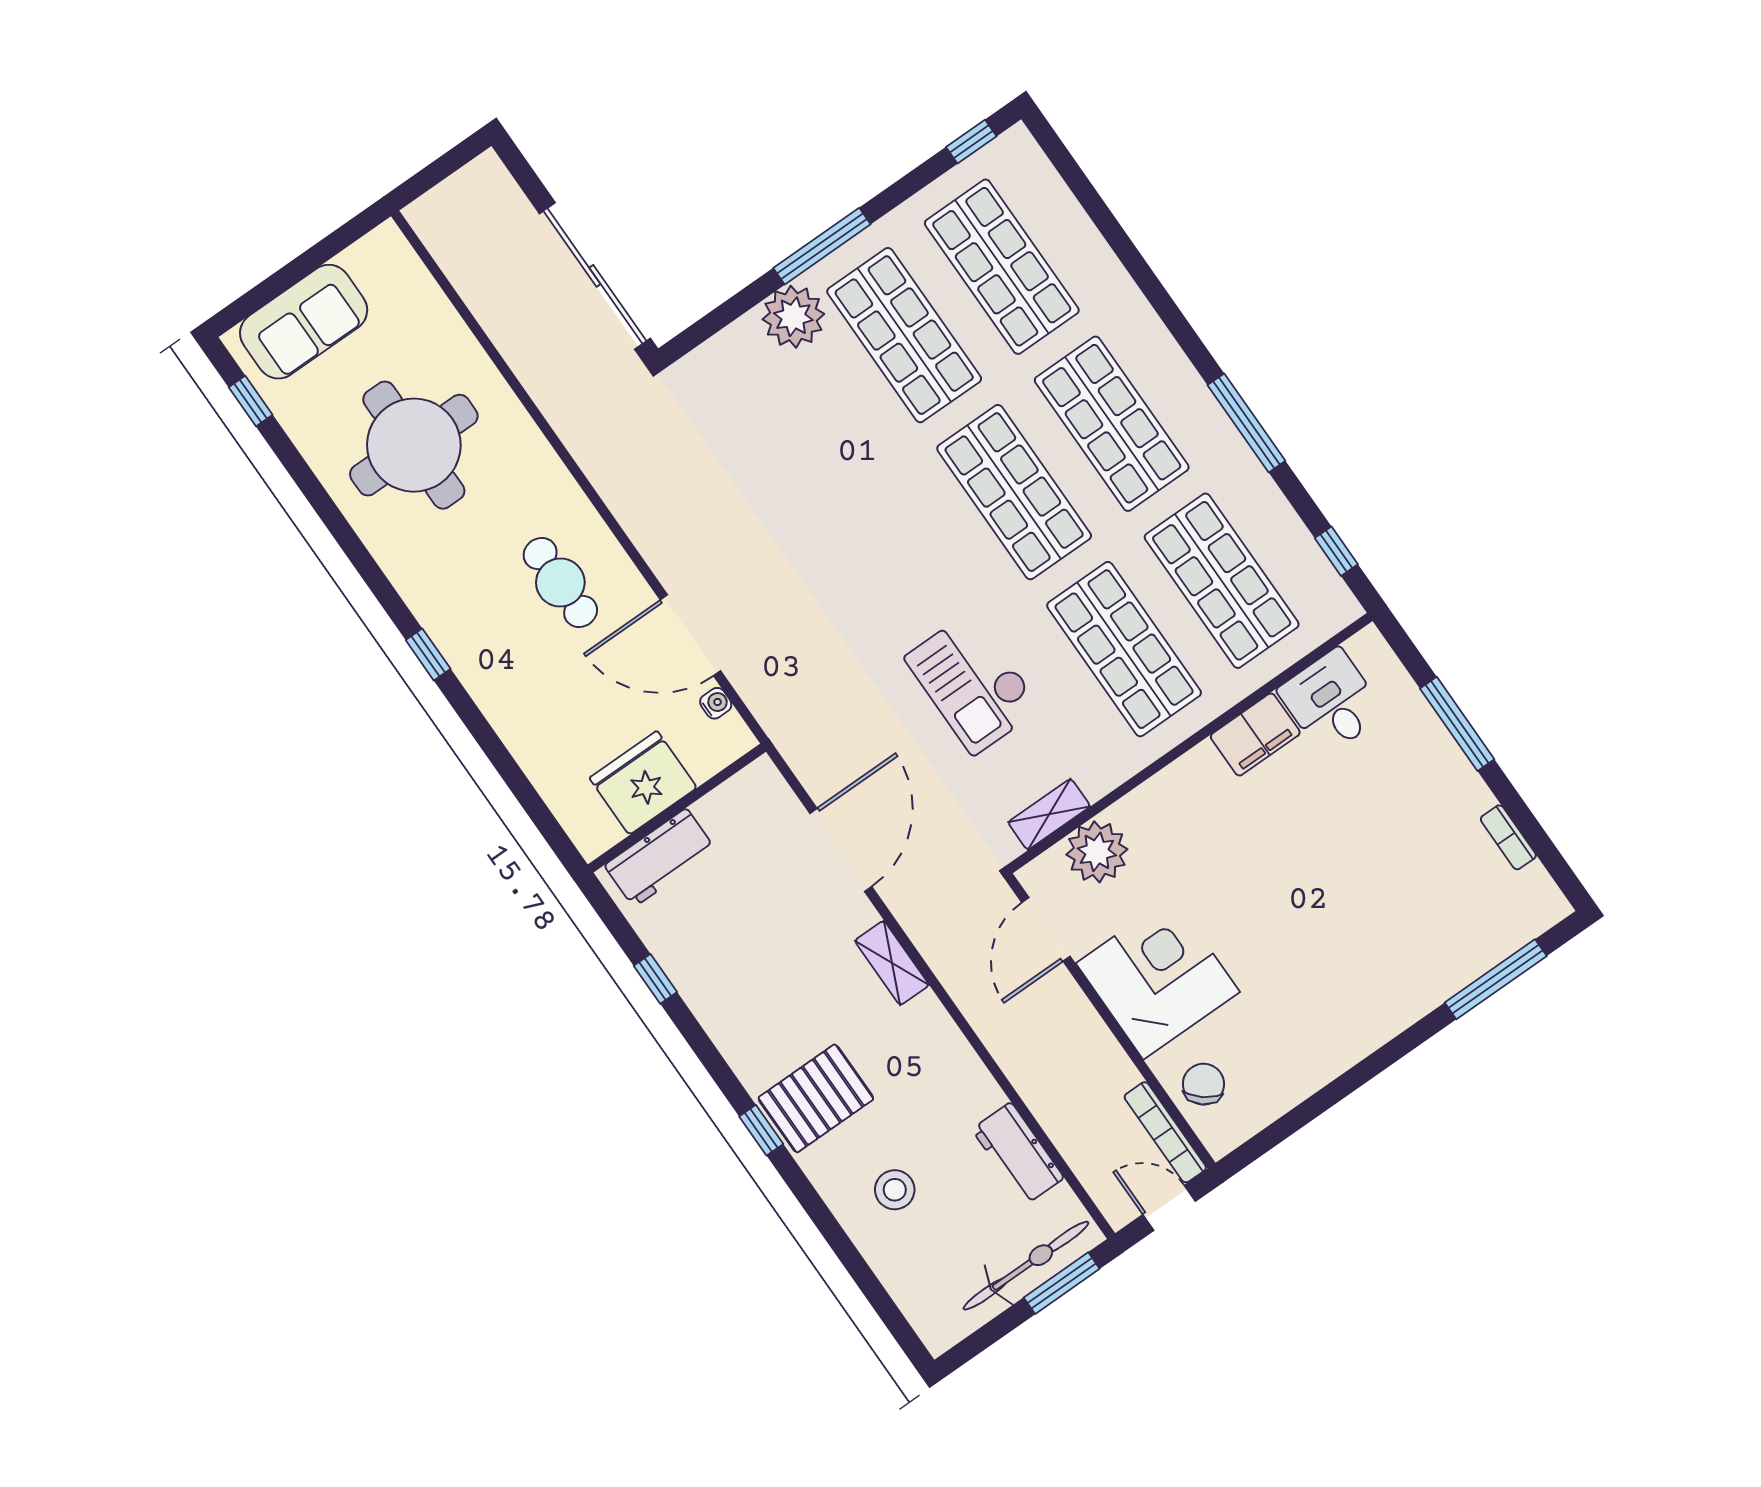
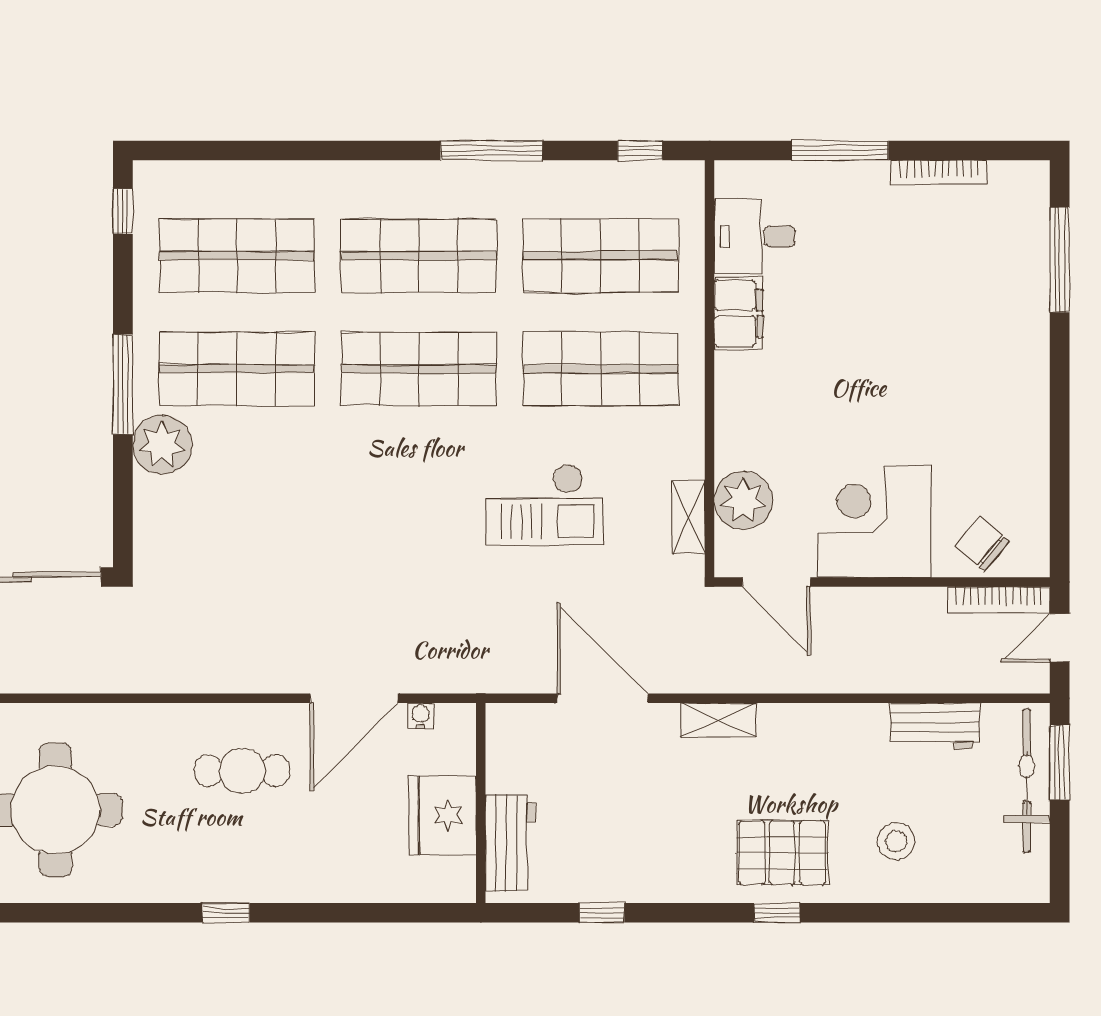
bookcase: (1508, 837) -> (939, 172), width x1.56
pallet: (816, 1098) -> (782, 853), turned 90

